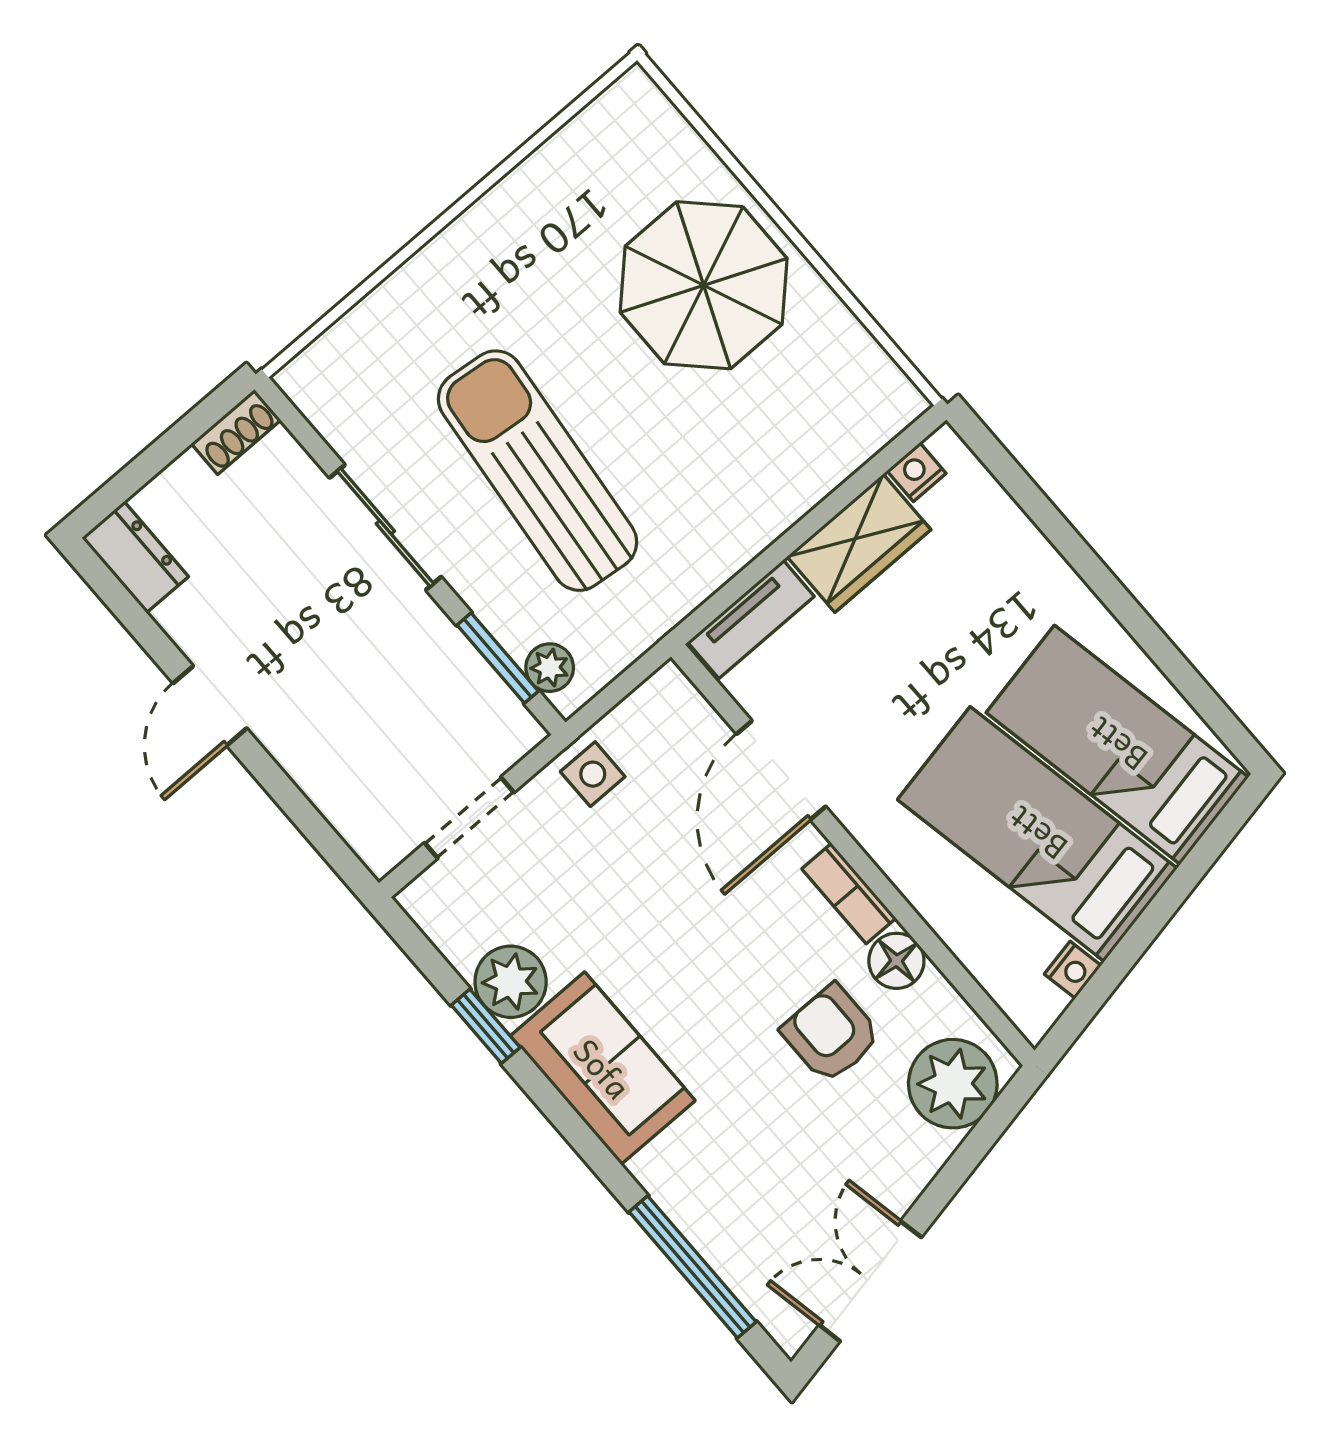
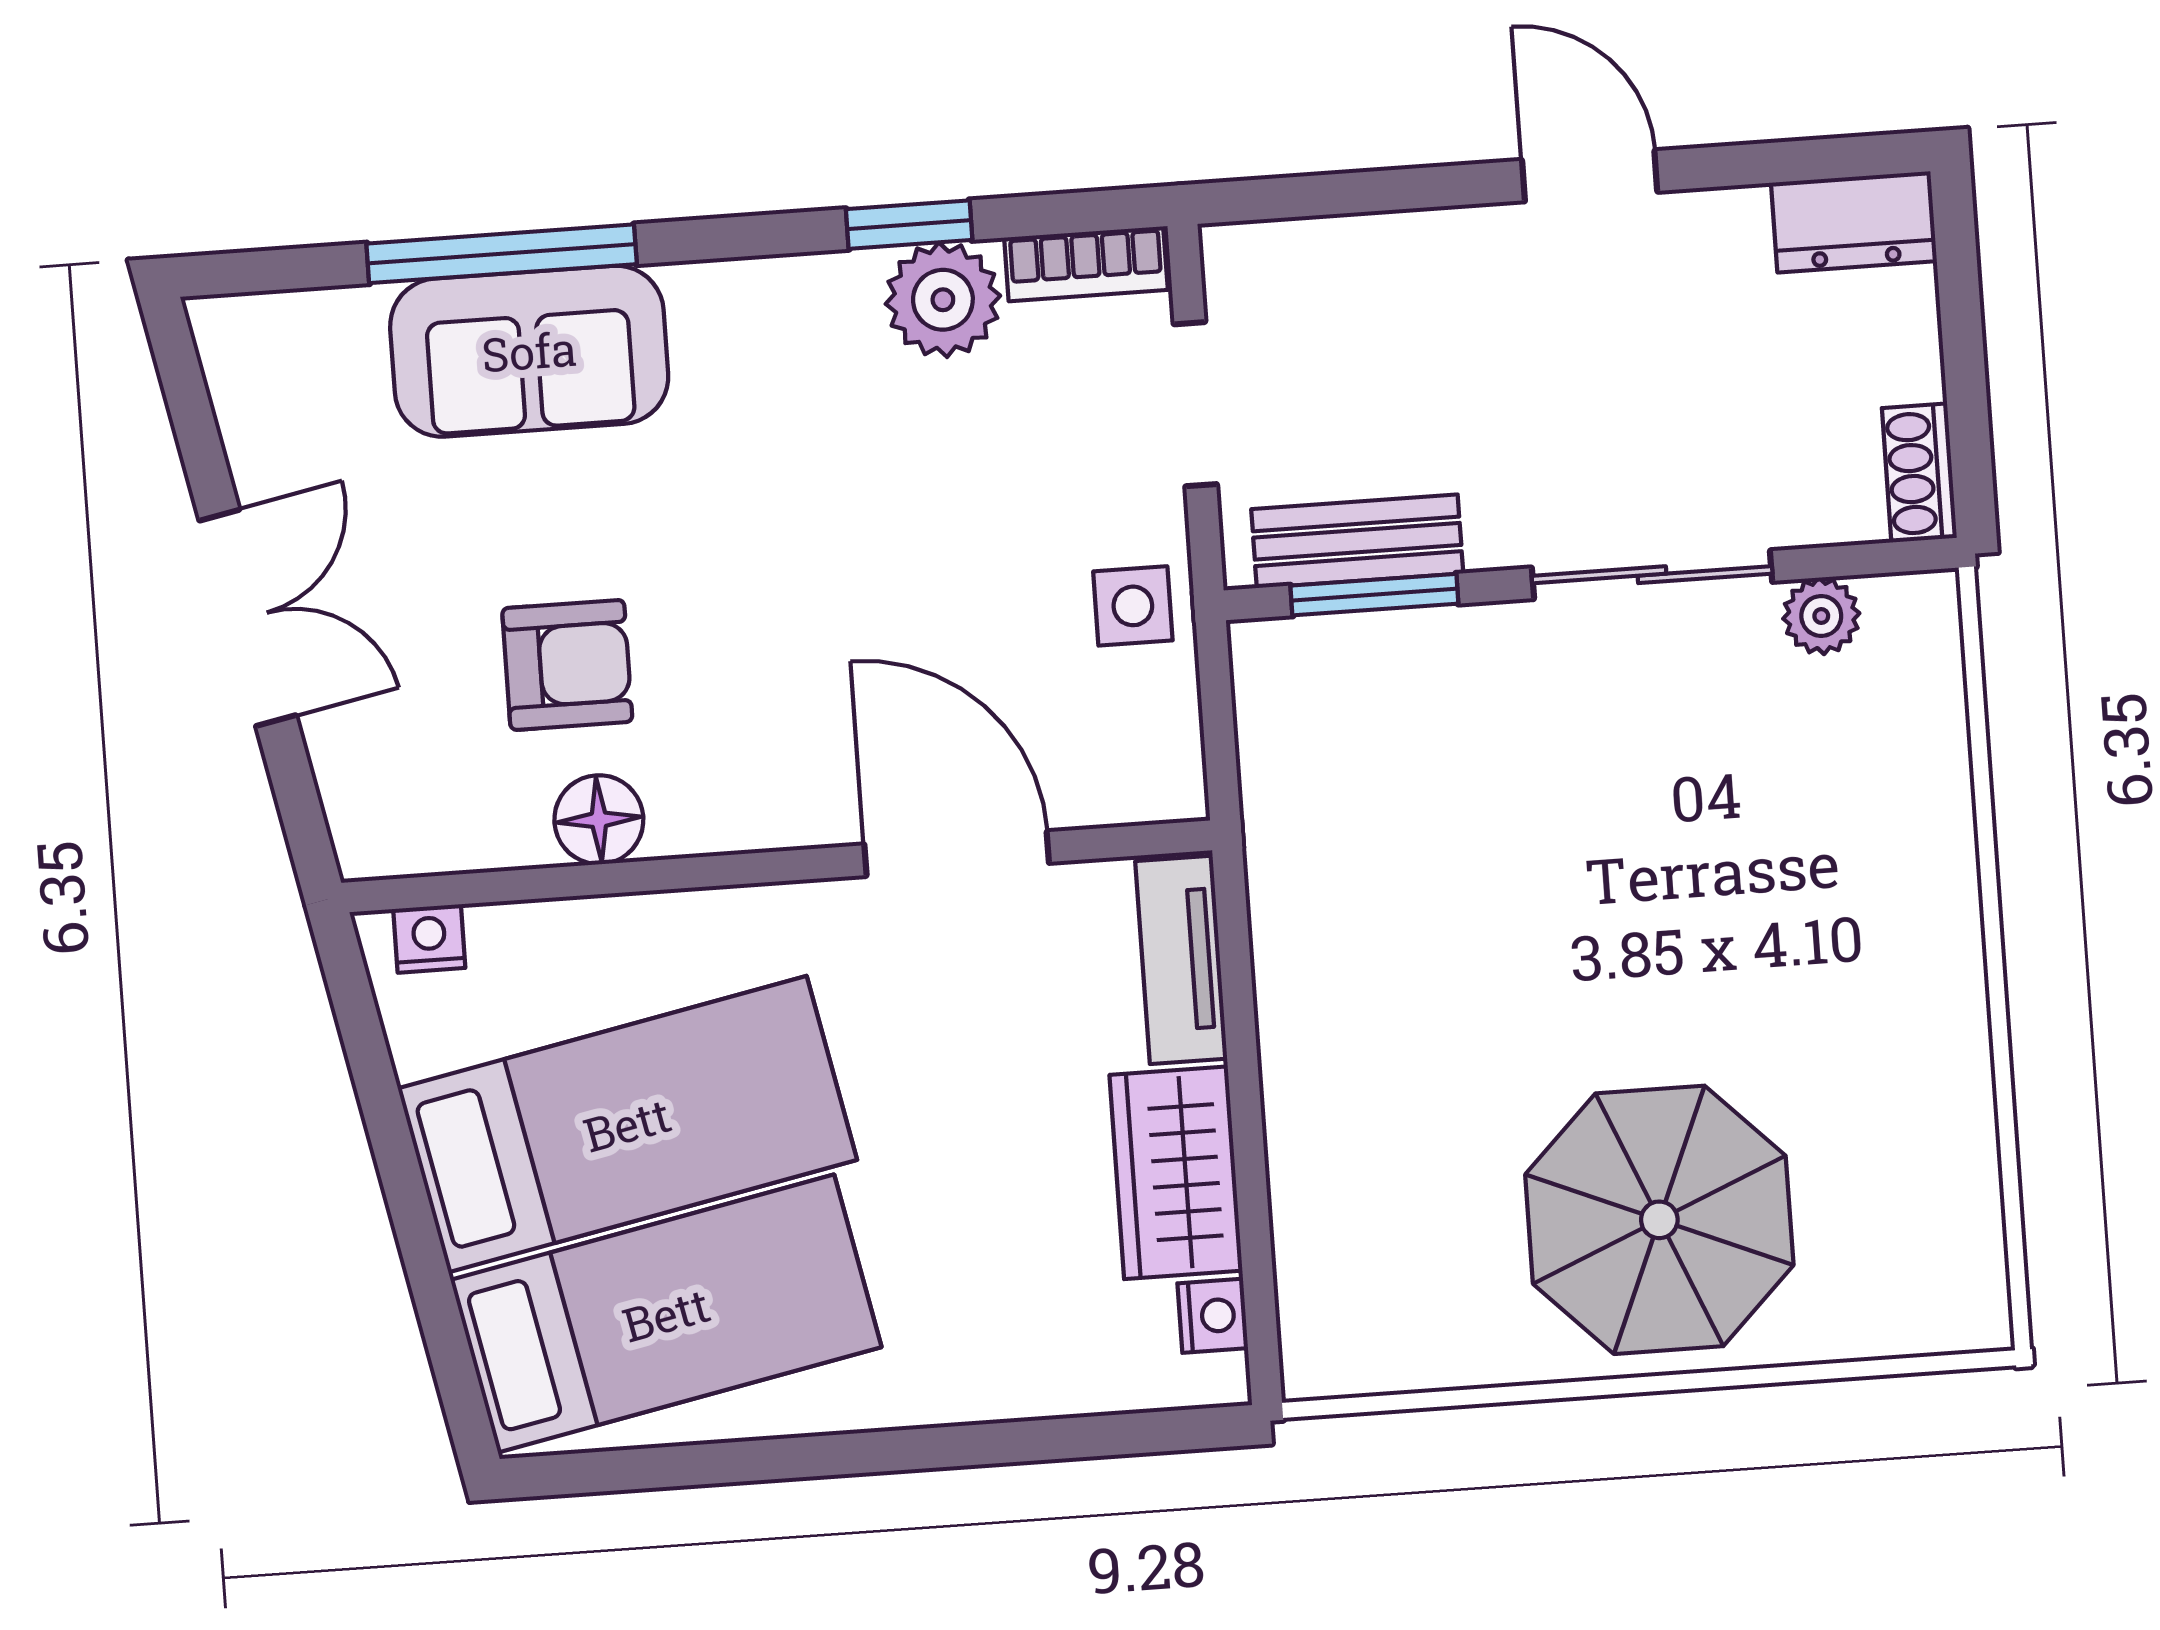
sun lounger: (538, 471) -> (1579, 826), removed
plant: (550, 668) -> (1821, 616), moved
bench: (478, 686) -> (1357, 541), added
bookcase: (849, 894) -> (1086, 264), moved, turned 180
nightstand: (1073, 970) -> (429, 938), moved, turned 101
sofa: (603, 1068) -> (529, 351), moved
plant: (953, 1084) -> (386, 774), removed
window: (693, 1267) -> (502, 254), moved
double door: (870, 1281) -> (248, 618), moved

